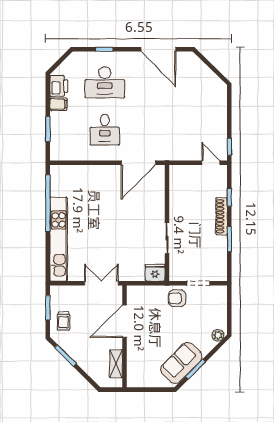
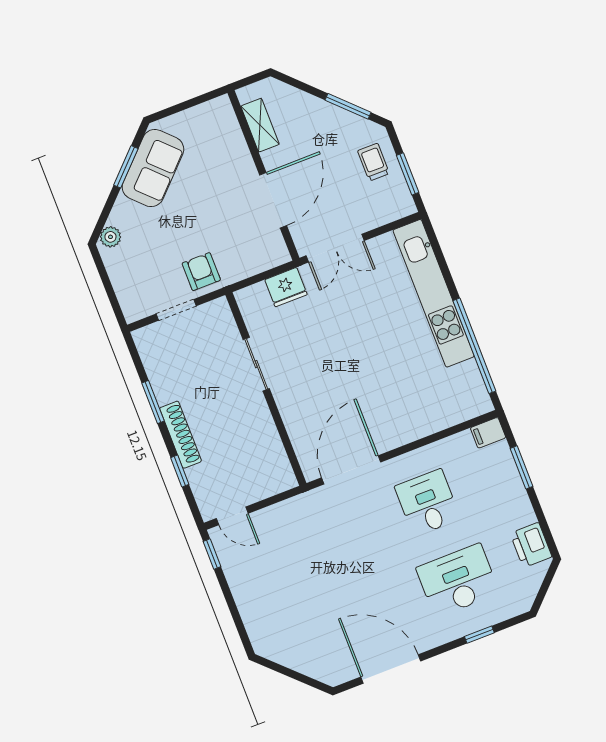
filing cabinet: (58, 104) -> (488, 433), moved
fridge: (155, 273) -> (286, 287), moved
armchair: (177, 298) -> (201, 272), turned -90

